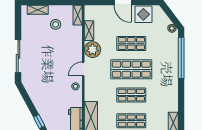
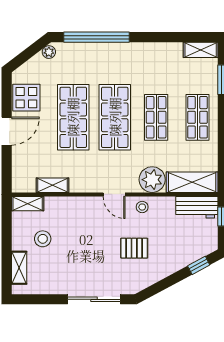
shop shelf: (131, 44) -> (73, 117), width x1.43, depth x1.36
plant: (93, 50) -> (152, 180), moved
pallet: (50, 81) -> (134, 248), added

